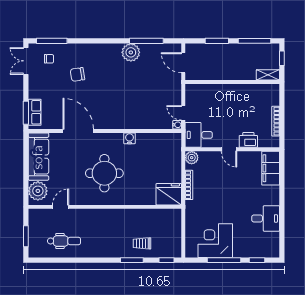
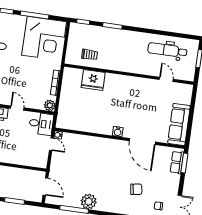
water cooler: (129, 138) -> (118, 132), moved
round table: (104, 173) -> (125, 103), removed
plant: (38, 191) -> (184, 96), removed
fridge: (169, 194) -> (93, 80), moved
door: (61, 207) -> (166, 79), swing flipped
dental chair: (64, 241) -> (167, 50), width x1.36, depth x1.38
corner desk: (215, 241) -> (44, 38), width x1.36, depth x1.36
trolley: (142, 243) -> (89, 55), moved

